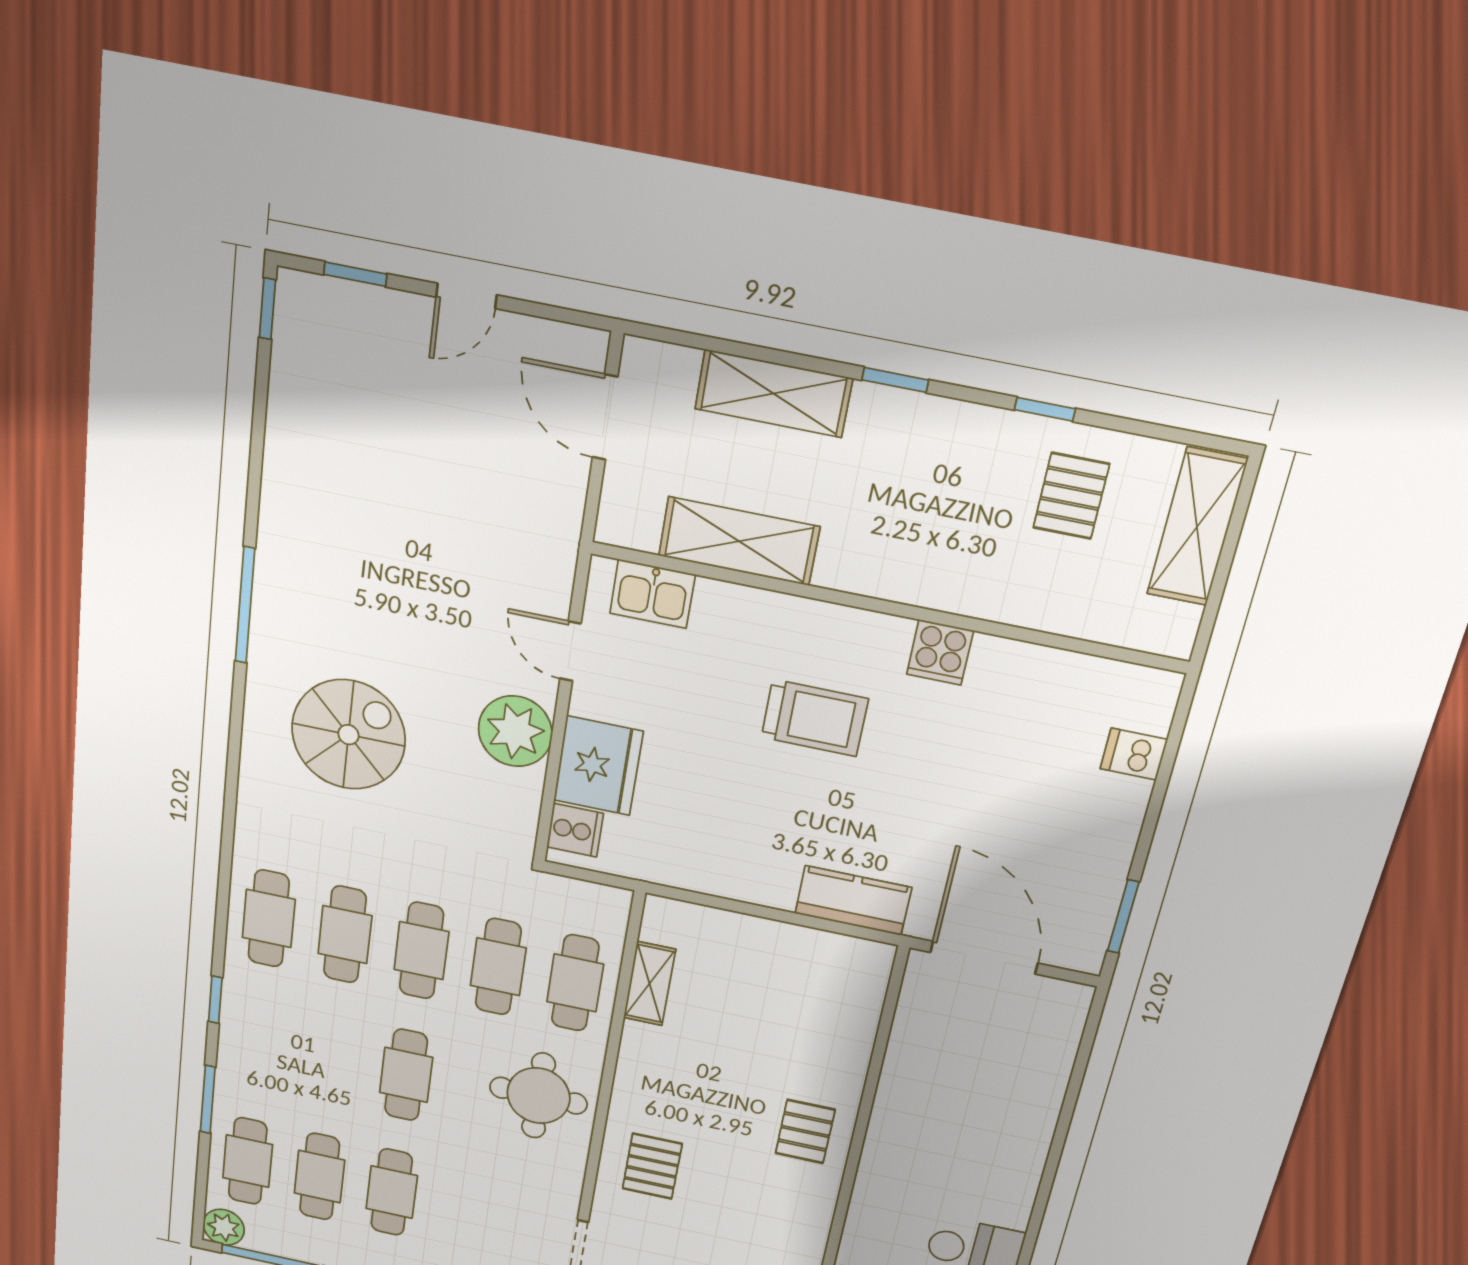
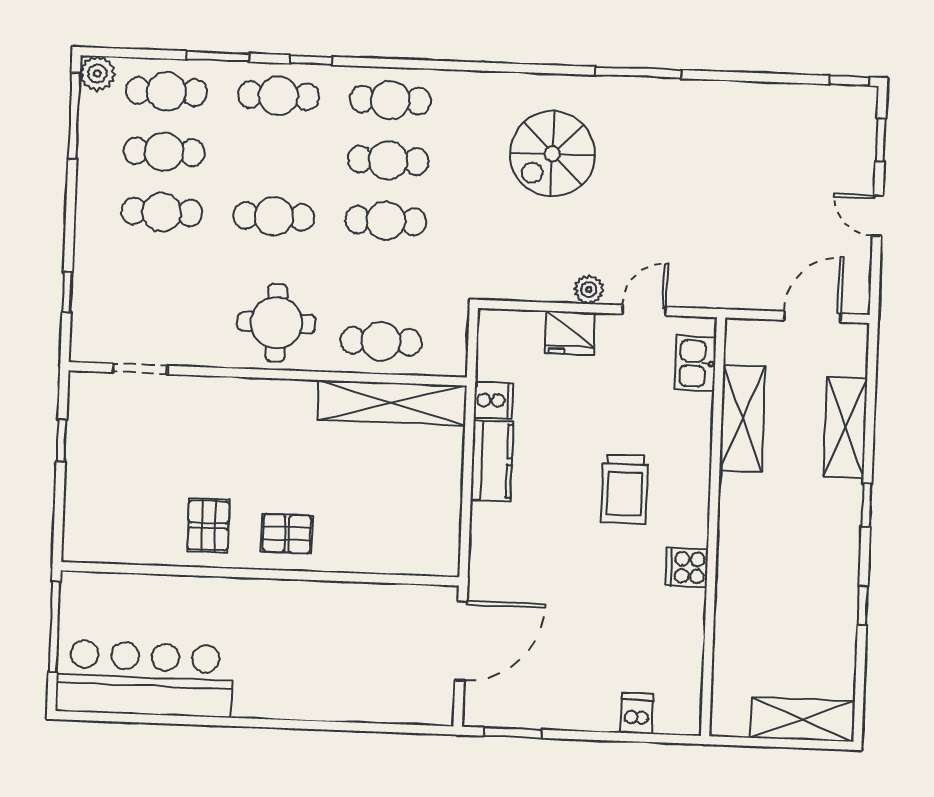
pallet: (1071, 496) -> (809, 634), removed
plant: (515, 731) -> (589, 290), width x0.53, depth x0.53
spiral stairs: (348, 735) -> (552, 154), turned 90
fridge: (598, 766) -> (570, 333), width x0.73, depth x0.75
cooker: (575, 830) -> (493, 400), moved, turned -90
kitchen counter: (853, 901) -> (492, 461), moved
cafe table: (498, 967) -> (278, 96), moved
shelving: (649, 984) -> (391, 403), width x2.20, depth x1.33
pallet: (652, 1166) -> (208, 525), moved, turned 90

